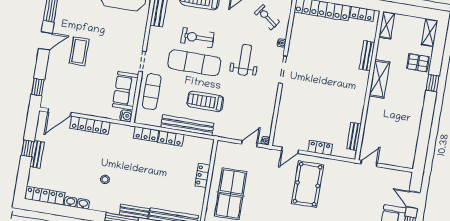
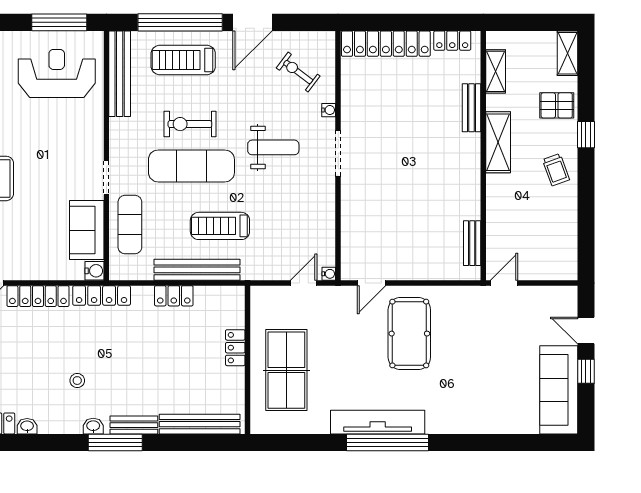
shelving: (387, 25) -> (496, 71), moved
weight bench: (245, 60) -> (273, 147), turned 90
trolley: (411, 101) -> (556, 170), added
locker: (146, 134) -> (102, 295), moved, width x1.53
locker: (320, 148) -> (420, 271), removed
washbasin: (83, 204) -> (93, 426), moved

